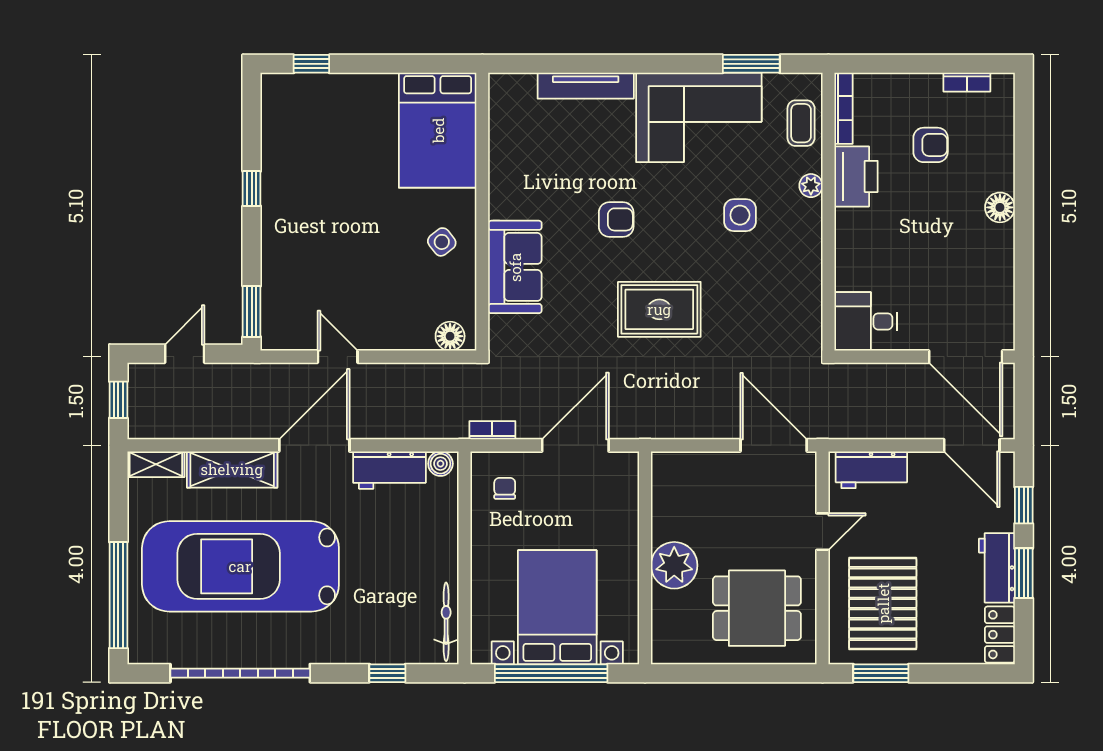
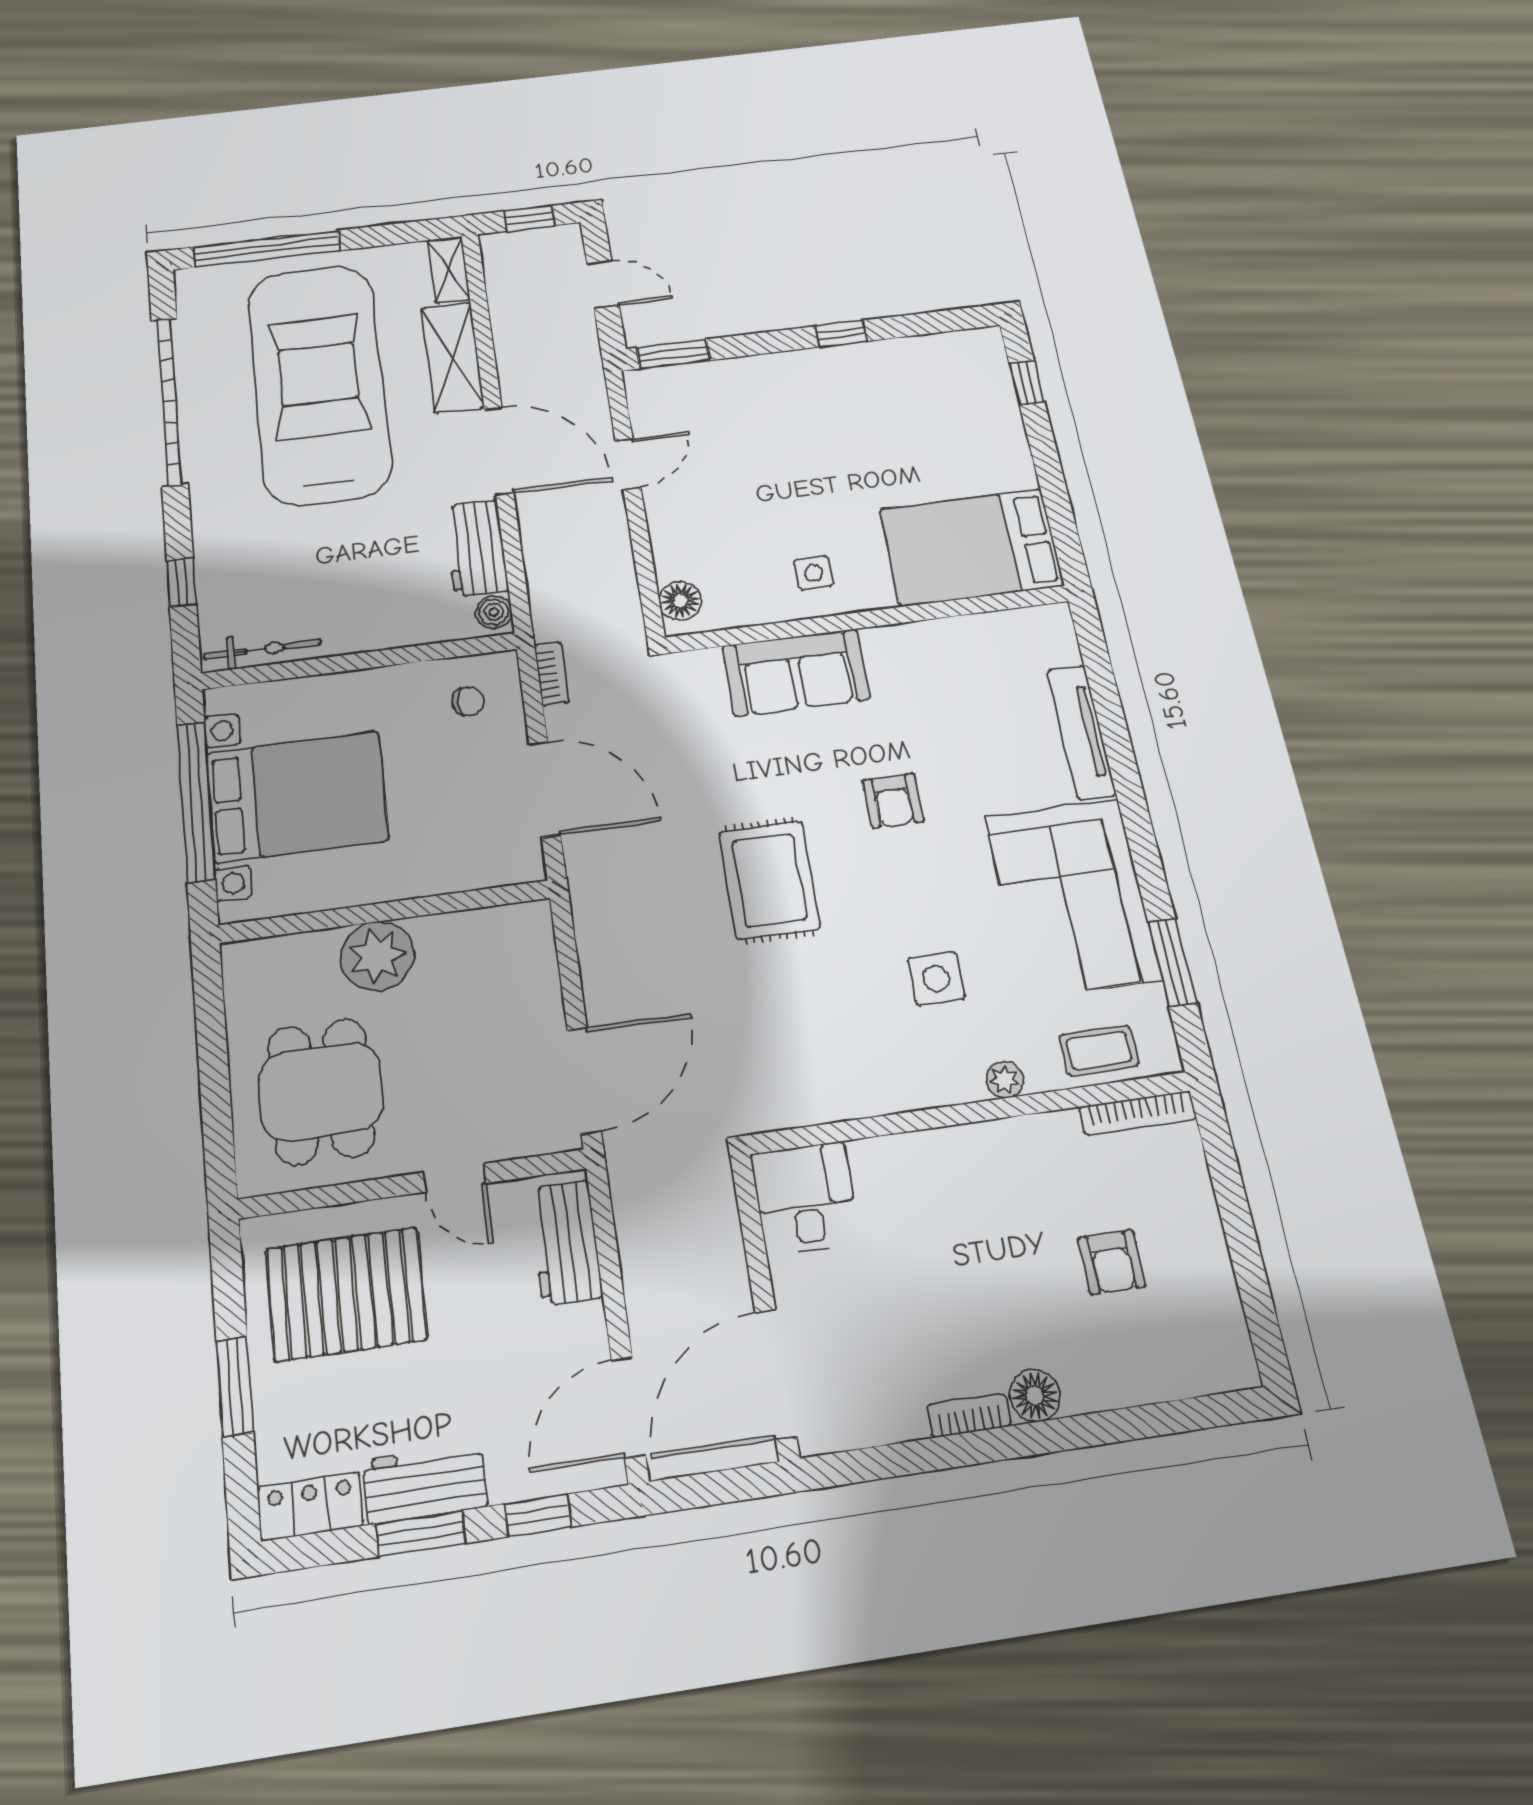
bookcase: (967, 82) -> (969, 1415), moved, turned 90
printer: (856, 176) -> (1034, 1149), removed
side table: (442, 242) -> (814, 573), turned 38
window: (881, 673) -> (235, 1387), moved

